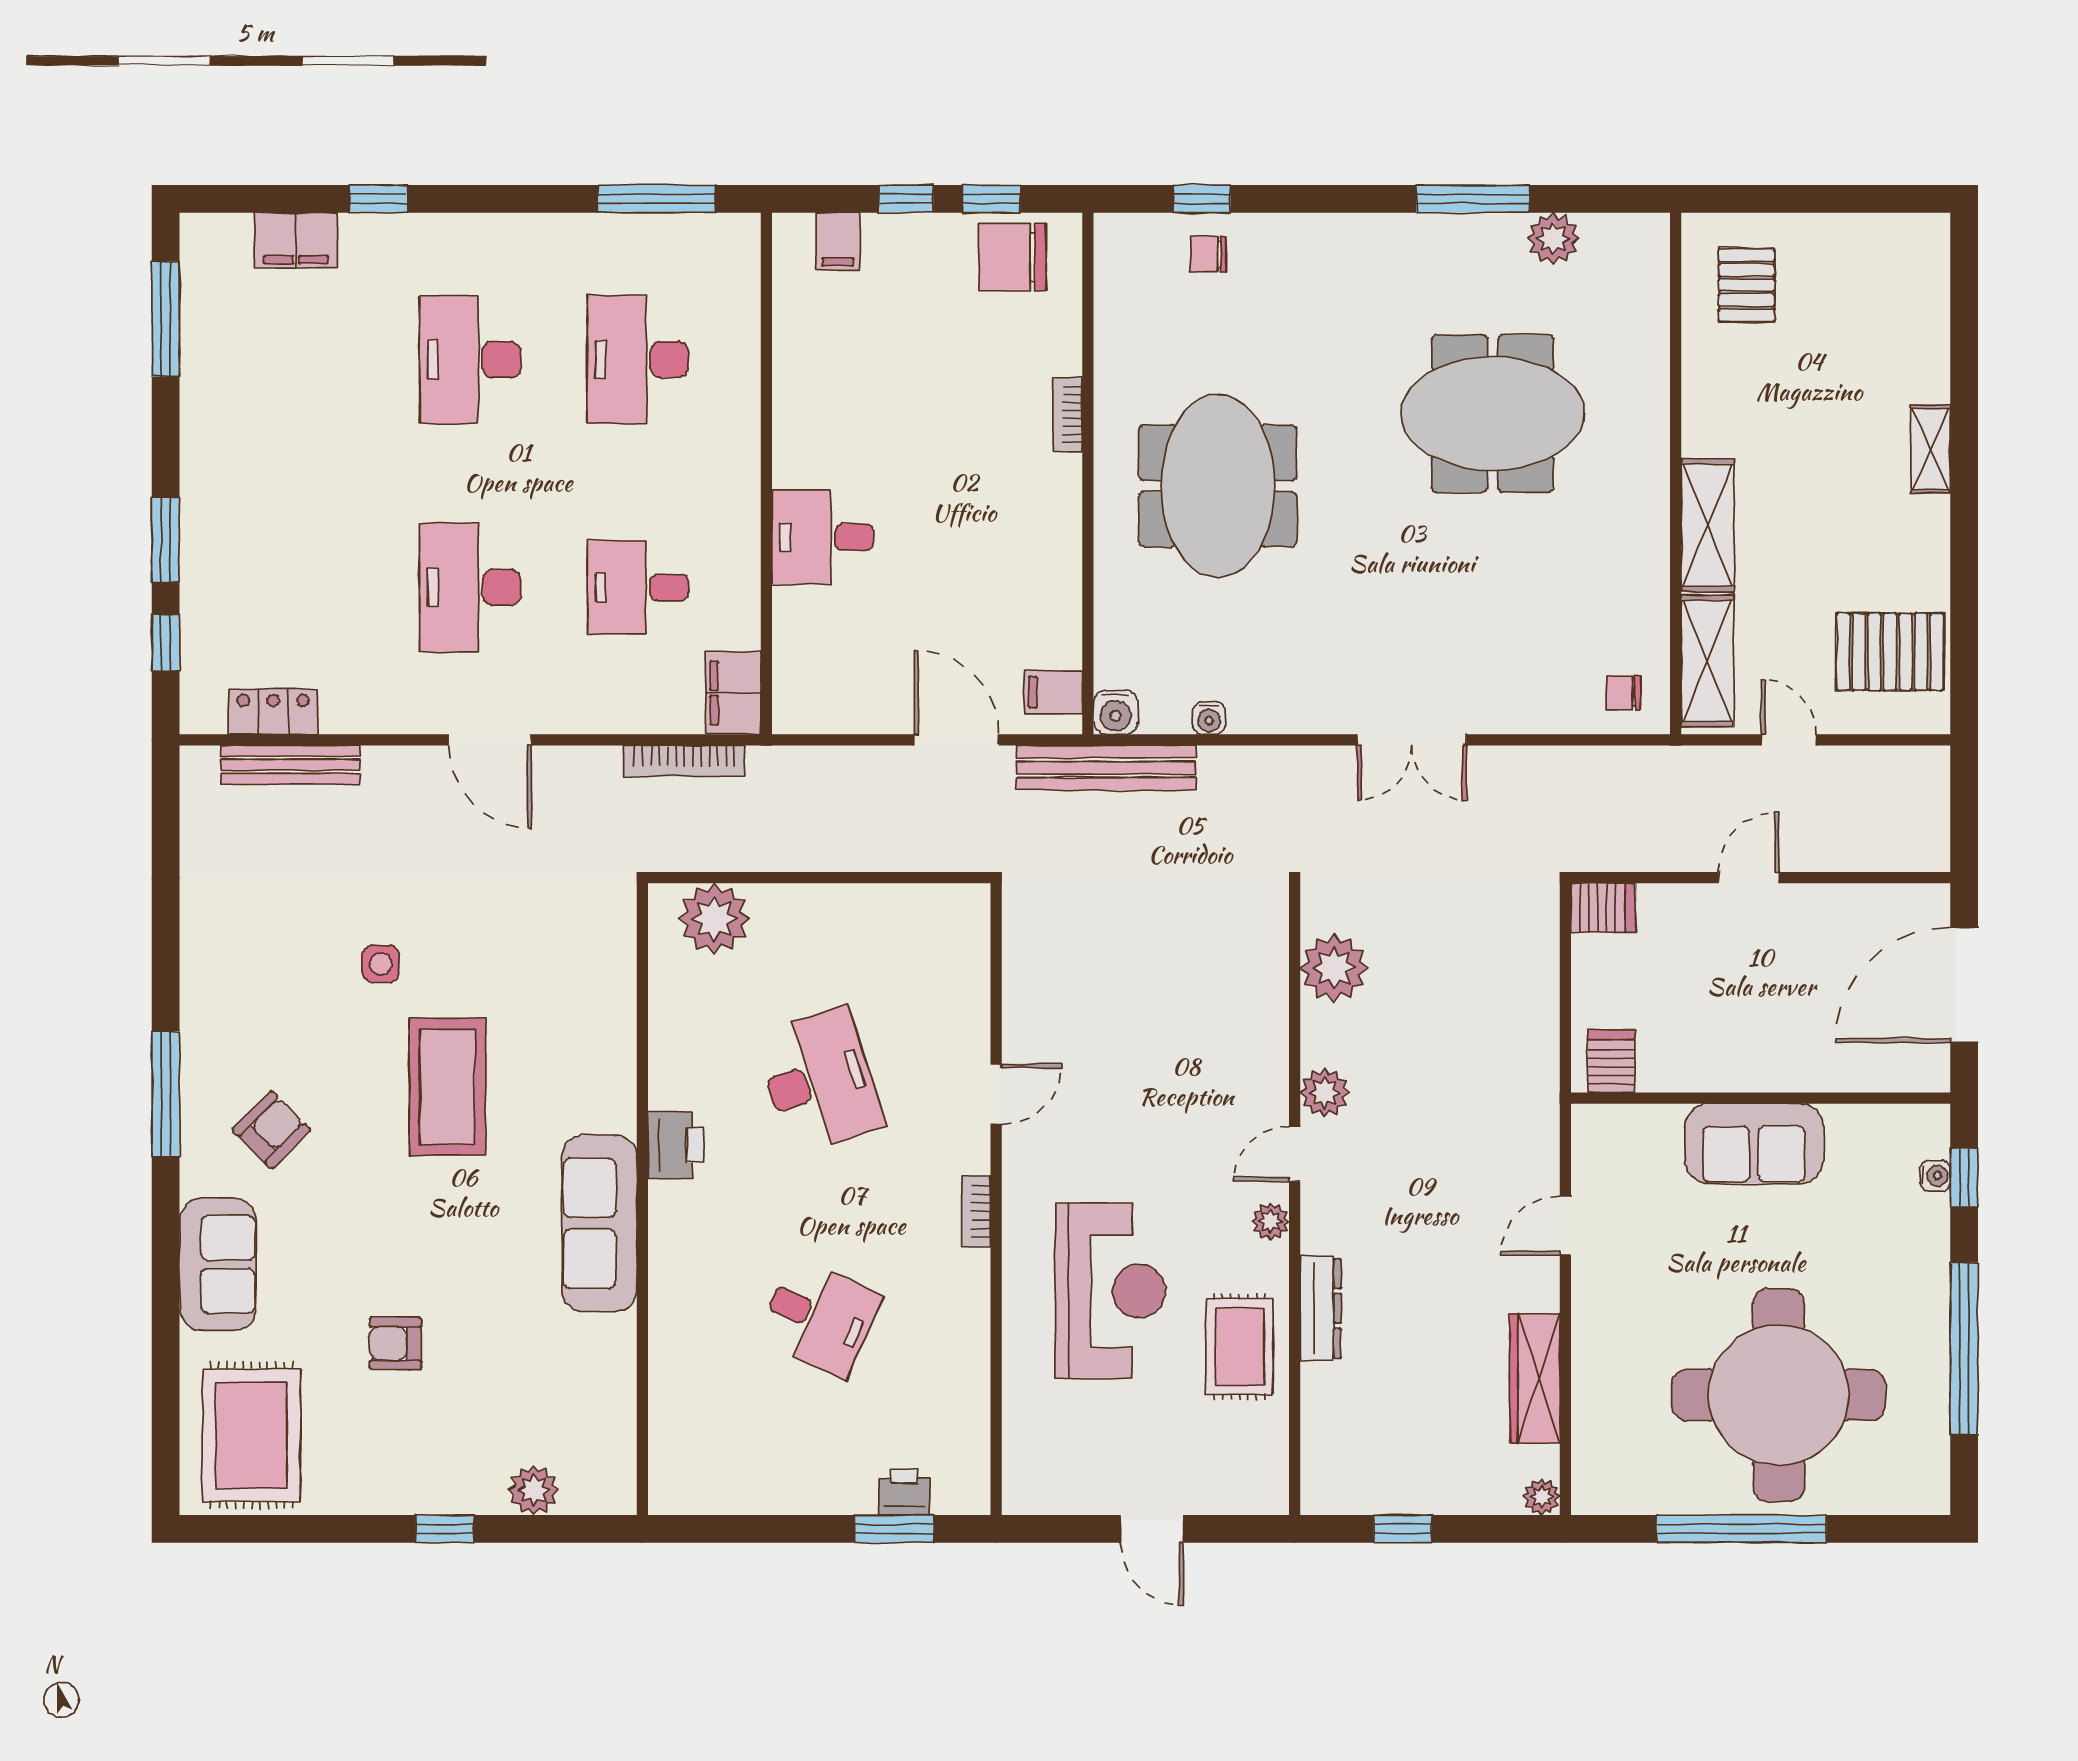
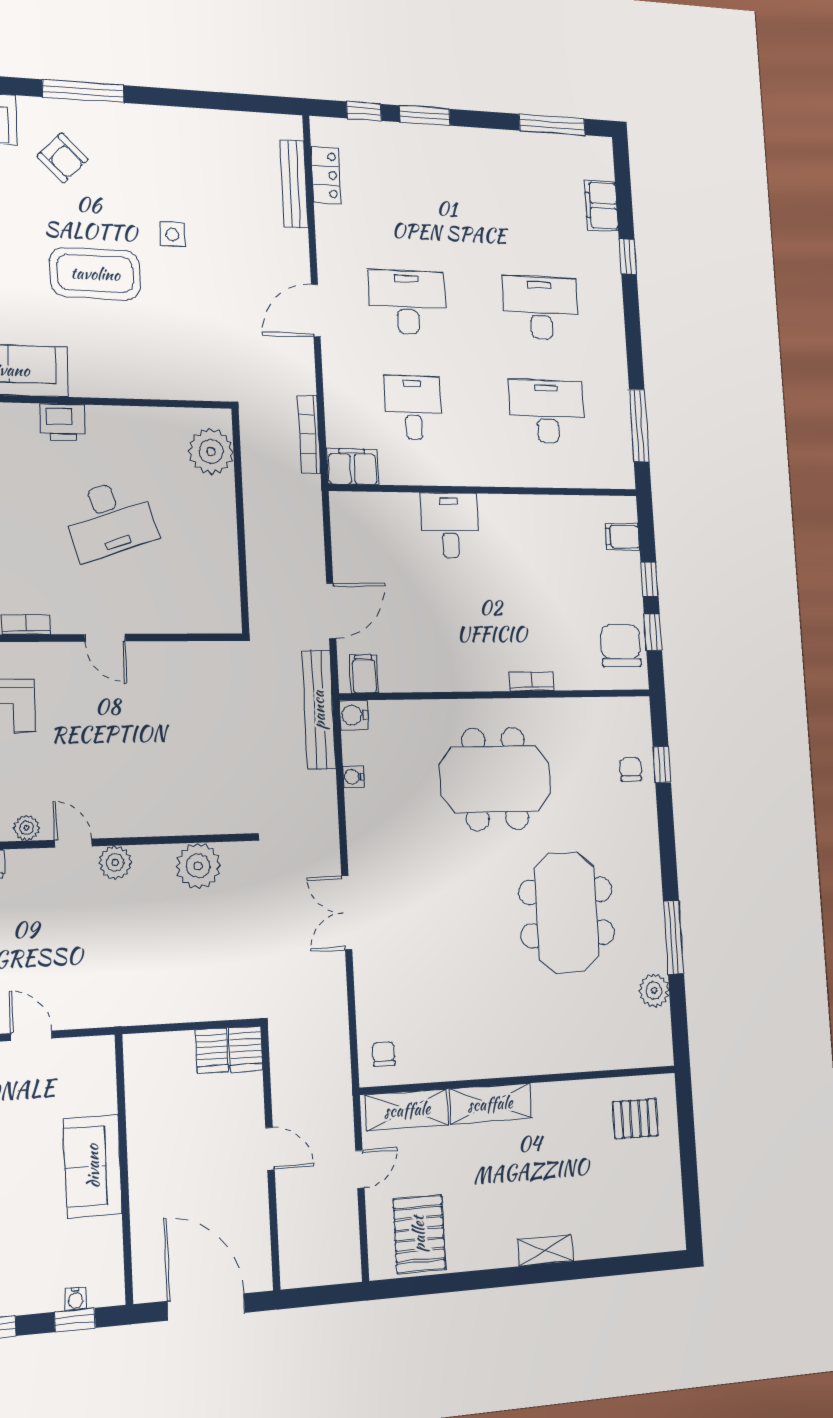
meeting table: (1493, 414) -> (567, 912), moved
server rack: (1611, 1061) -> (212, 1051), moved, turned 90

